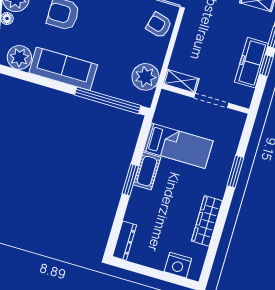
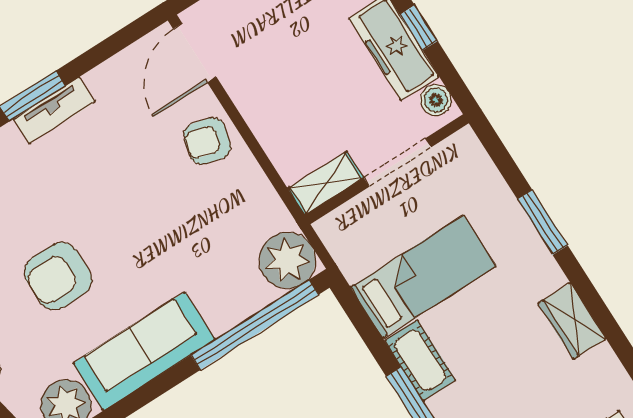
plant: (145, 77) -> (287, 260), moved
boiler: (246, 95) -> (436, 100), added
wardrobe: (207, 221) -> (572, 321), width x0.67

